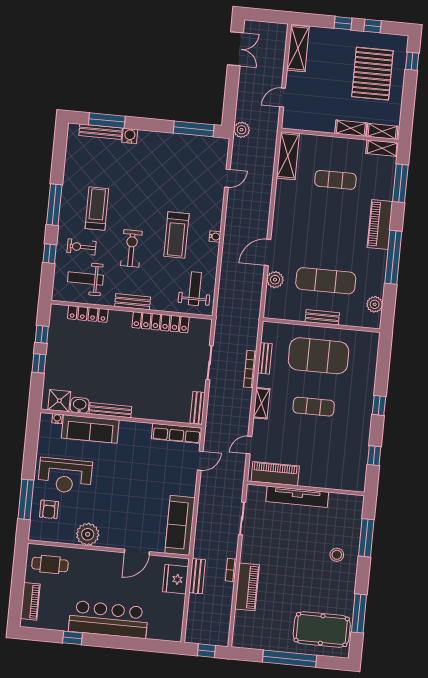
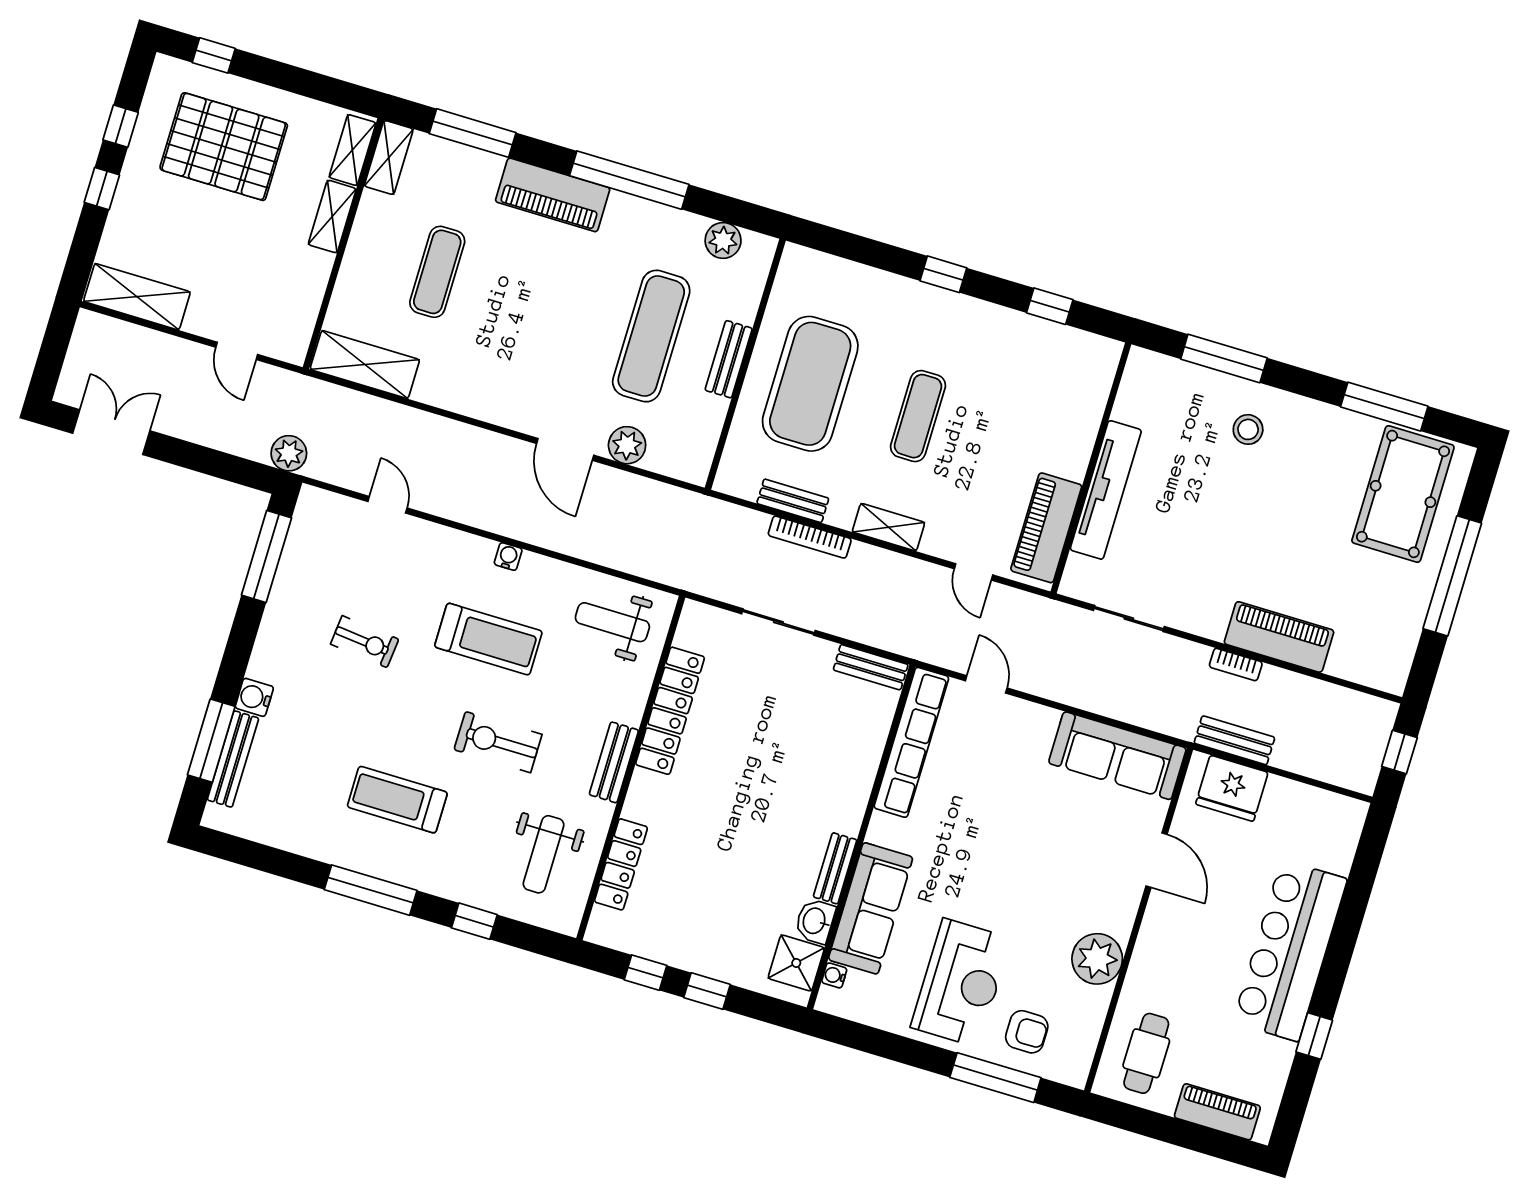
exercise bike: (82, 247) -> (365, 642), moved, turned -84
bench: (110, 410) -> (835, 868), width x0.73
row of seats: (177, 433) -> (911, 742), width x1.36

